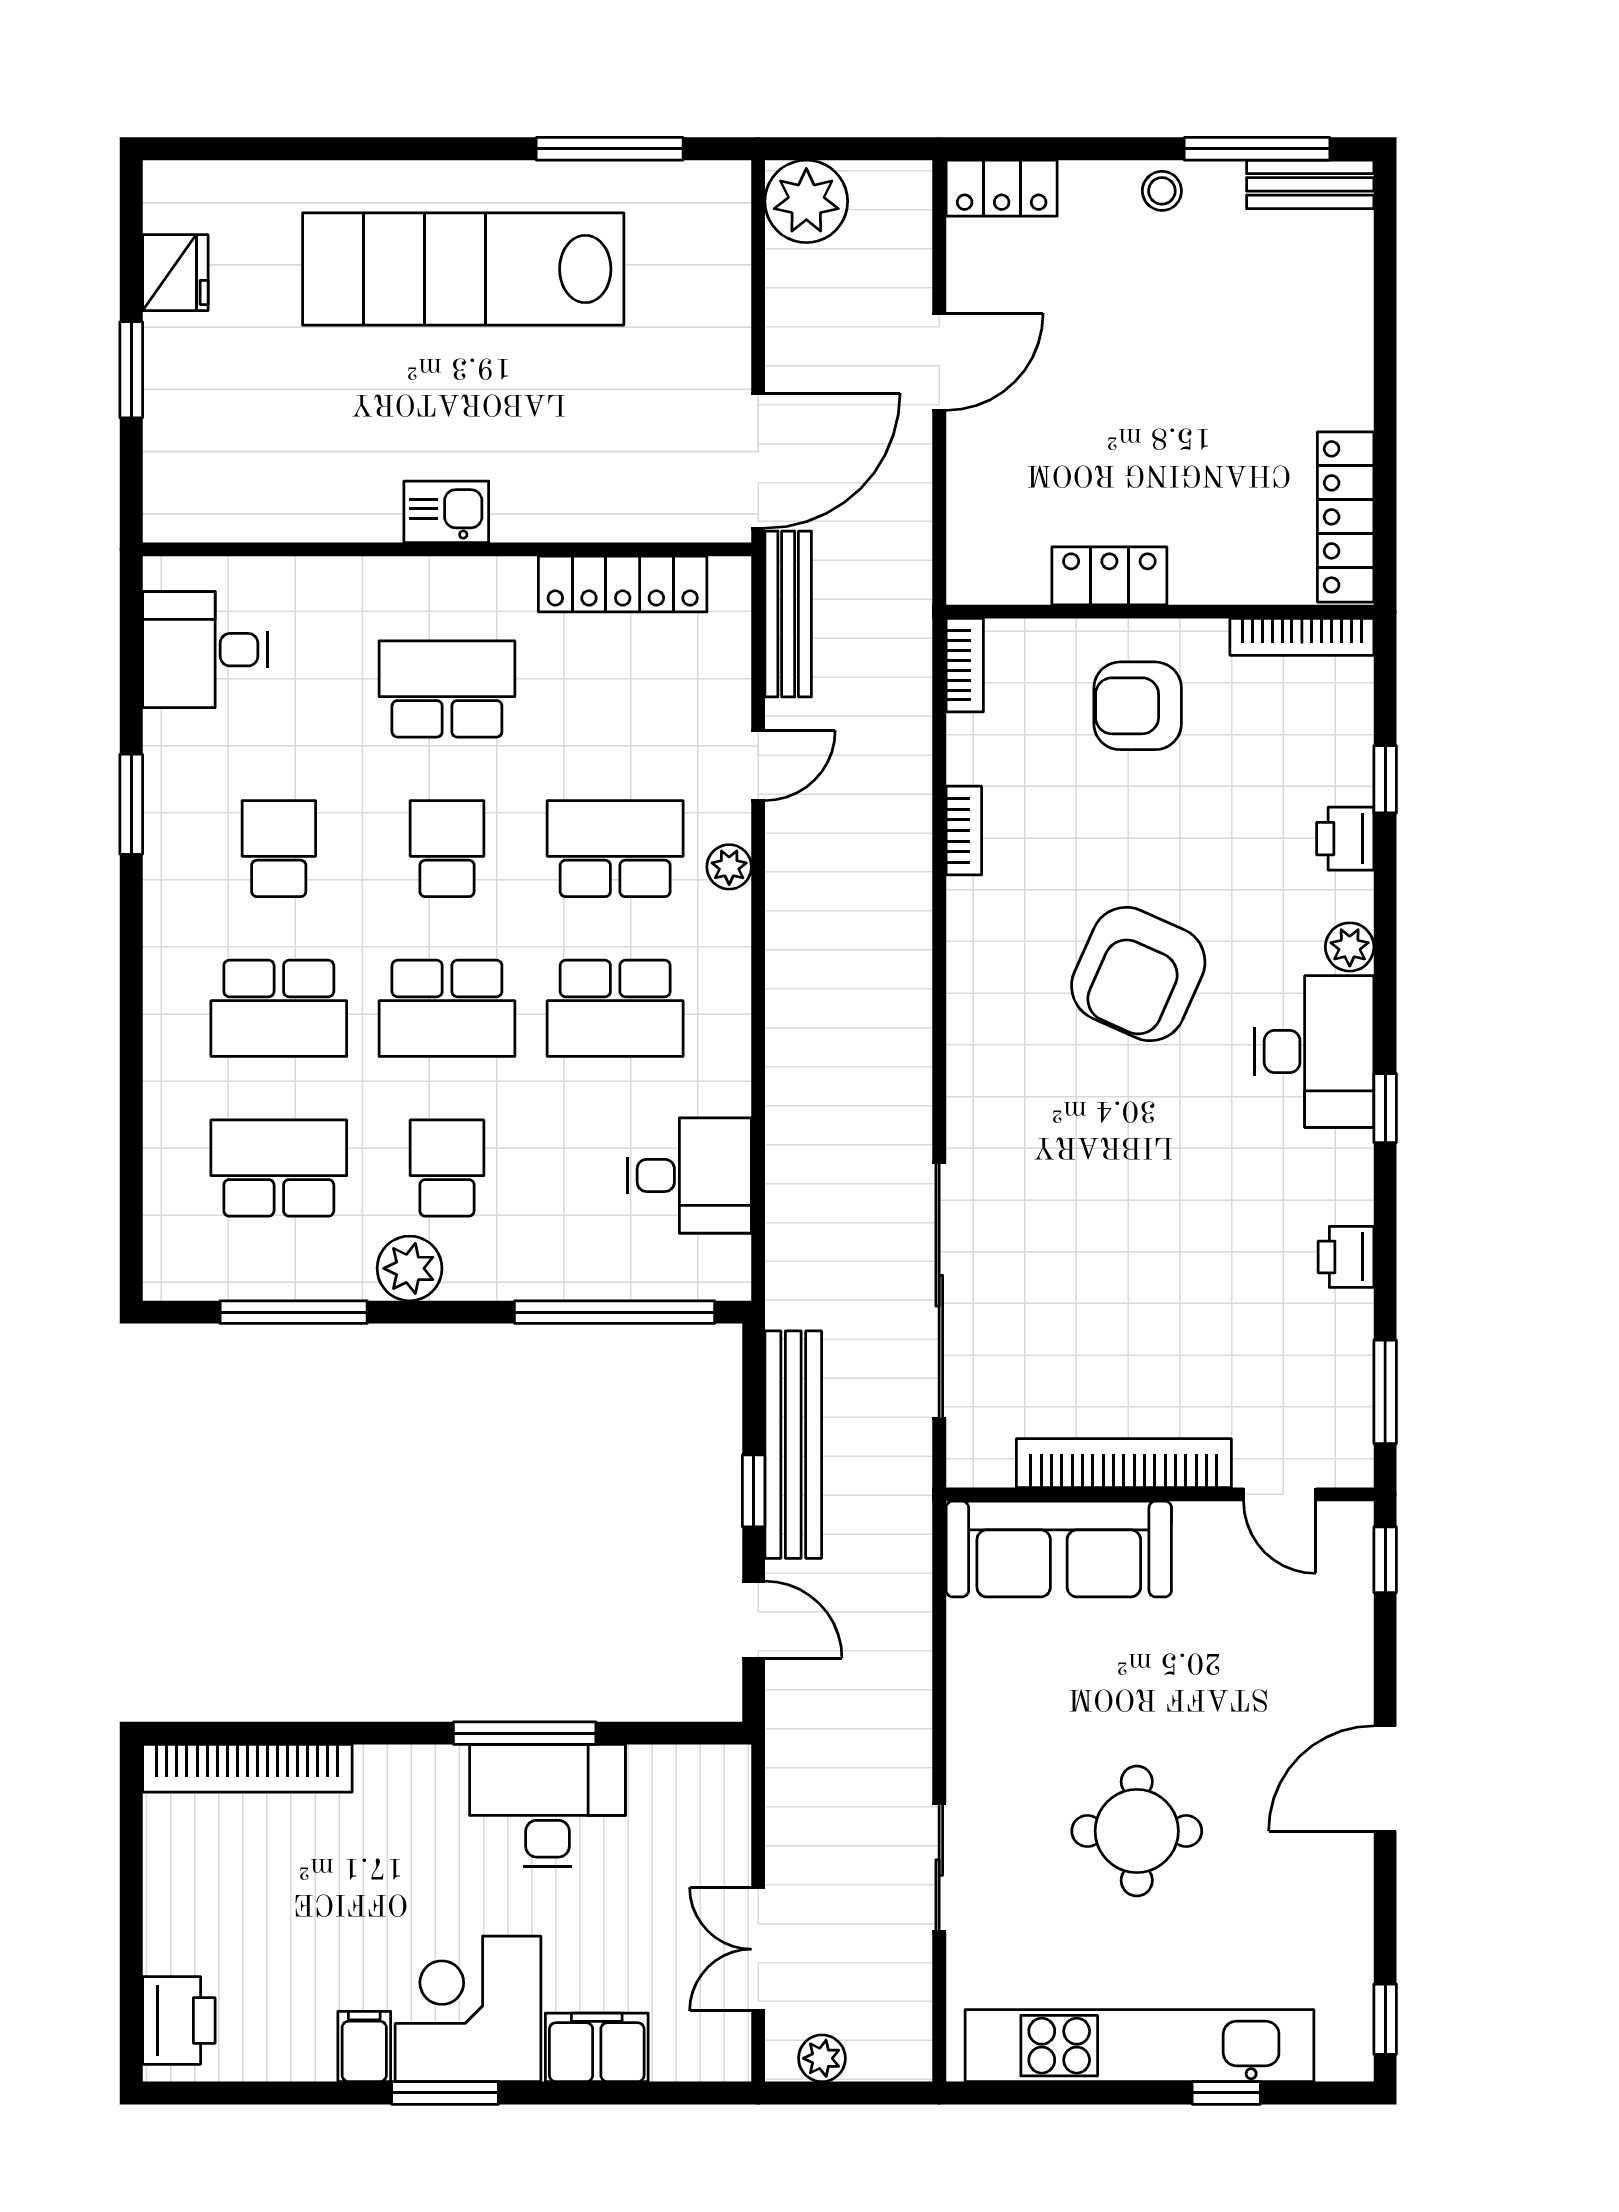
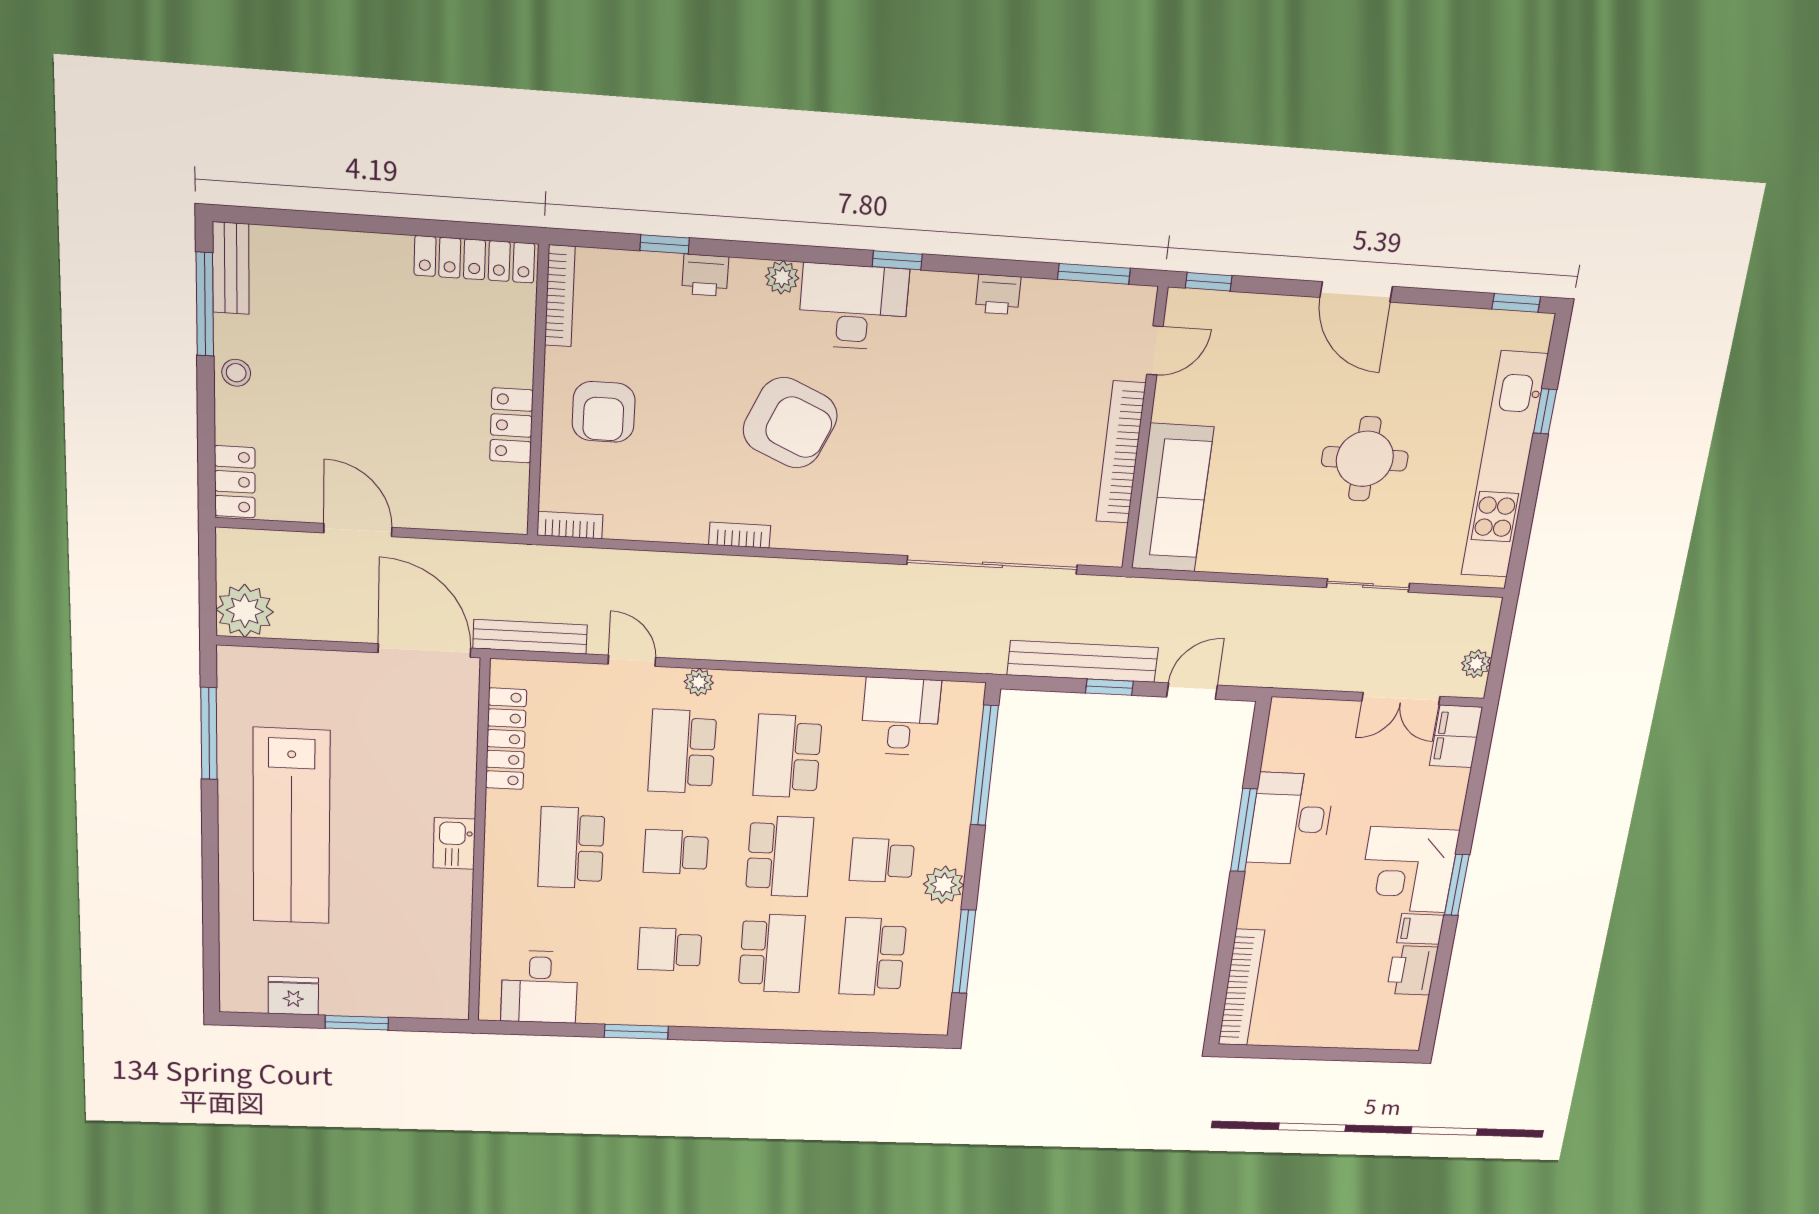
bookcase: (964, 831) -> (740, 535), moved
school desk: (615, 1008) -> (787, 756), turned 180
printer: (179, 2020) -> (1412, 970), moved, turned -90
filing cabinet: (597, 2047) -> (1456, 736), moved

